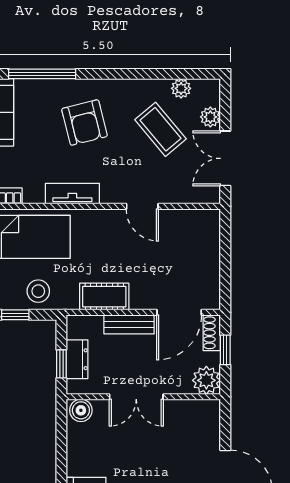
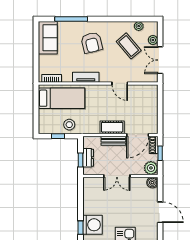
cot: (104, 297) -> (112, 127), moved
boiler: (81, 410) -> (152, 183), moved

